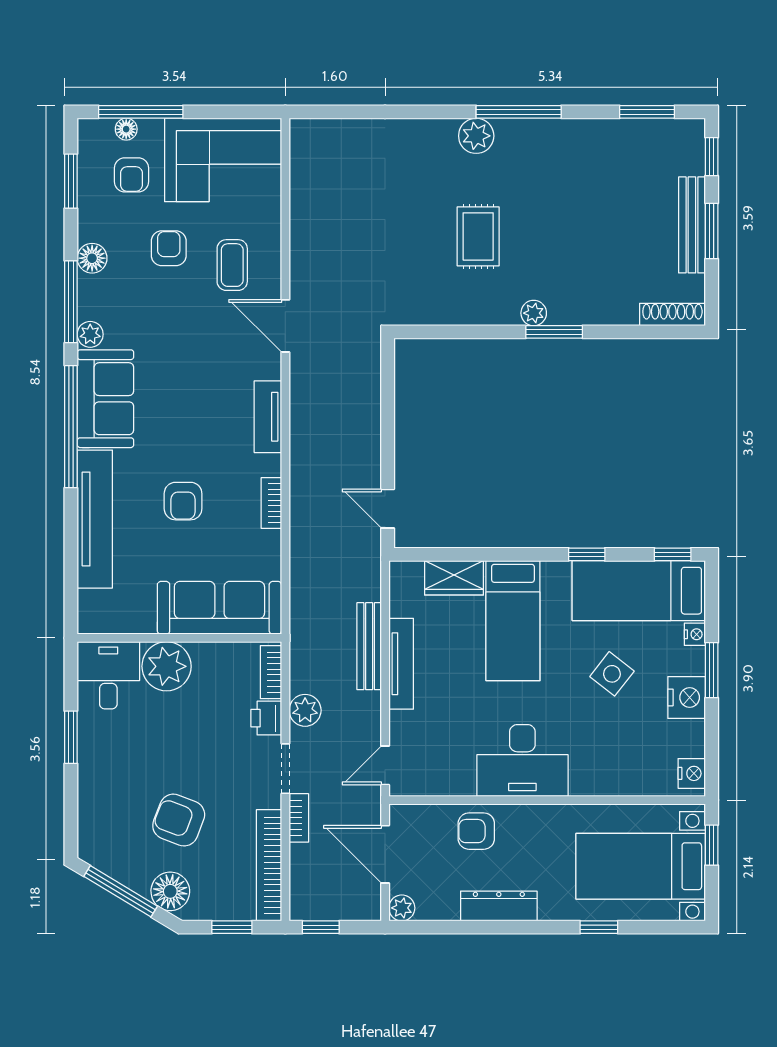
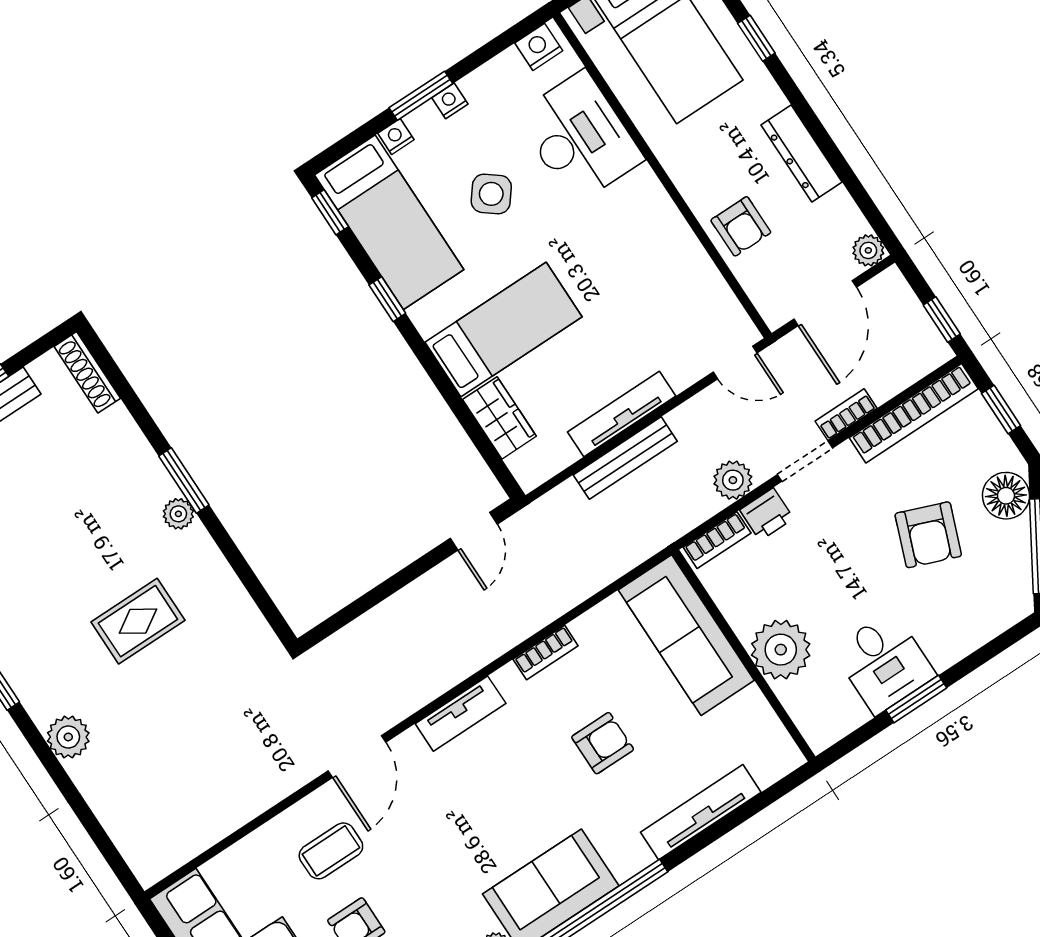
plant: (476, 136) -> (68, 737), moved
tv unit: (95, 519) -> (701, 812), width x0.73, depth x0.78
desk: (108, 675) -> (884, 663), moved, turned -90
nightstand: (687, 697) -> (450, 101), width x0.53, depth x0.56
desk: (522, 760) -> (580, 137), moved

